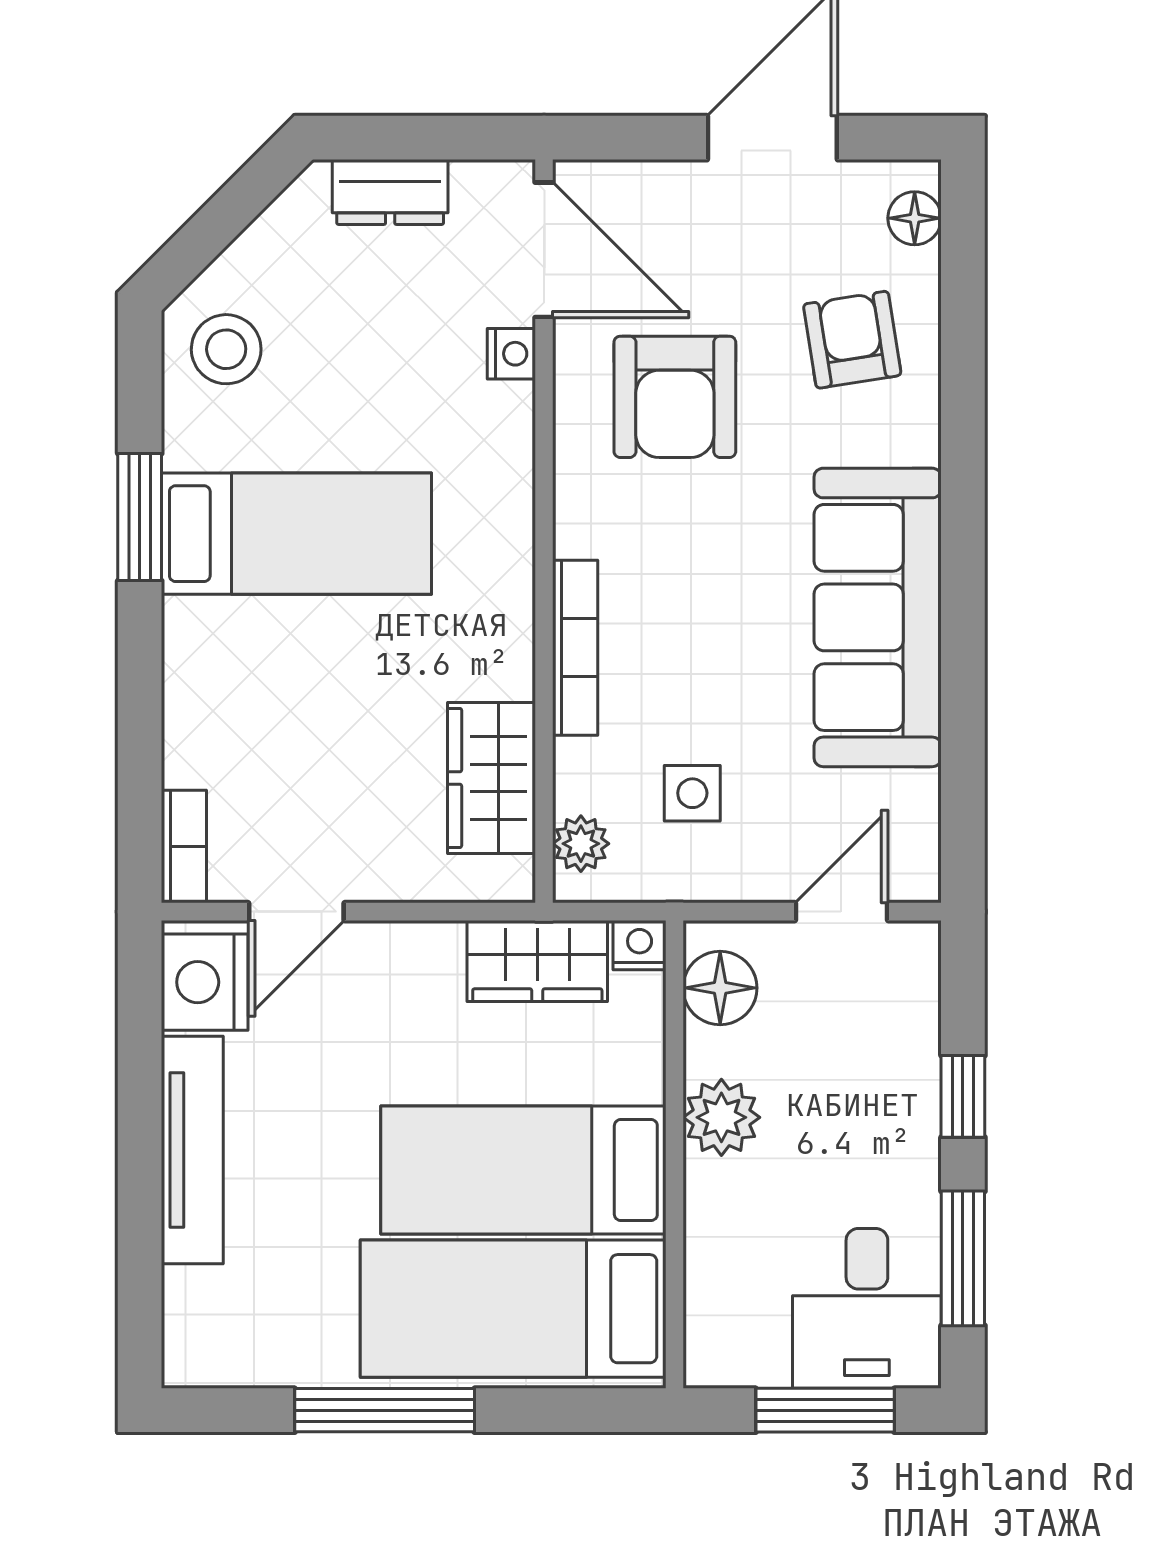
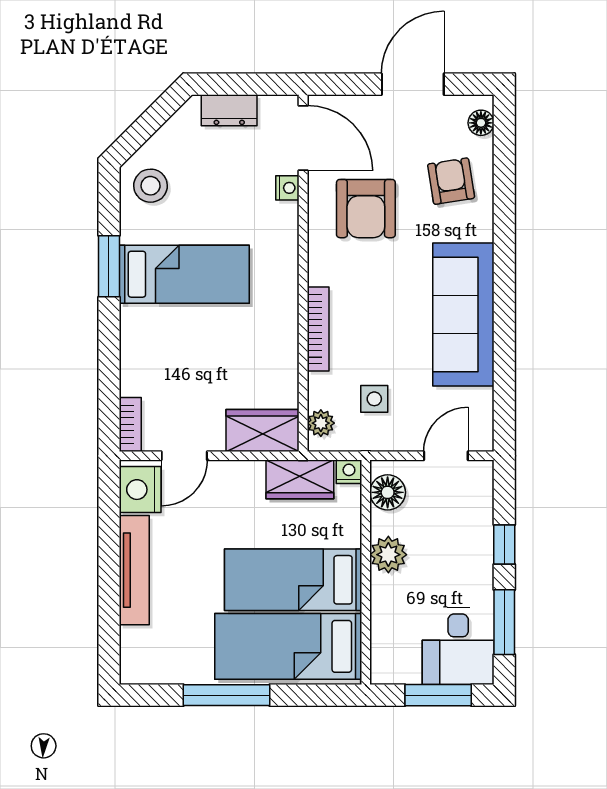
wardrobe: (491, 778) -> (263, 430), moved, turned 90

